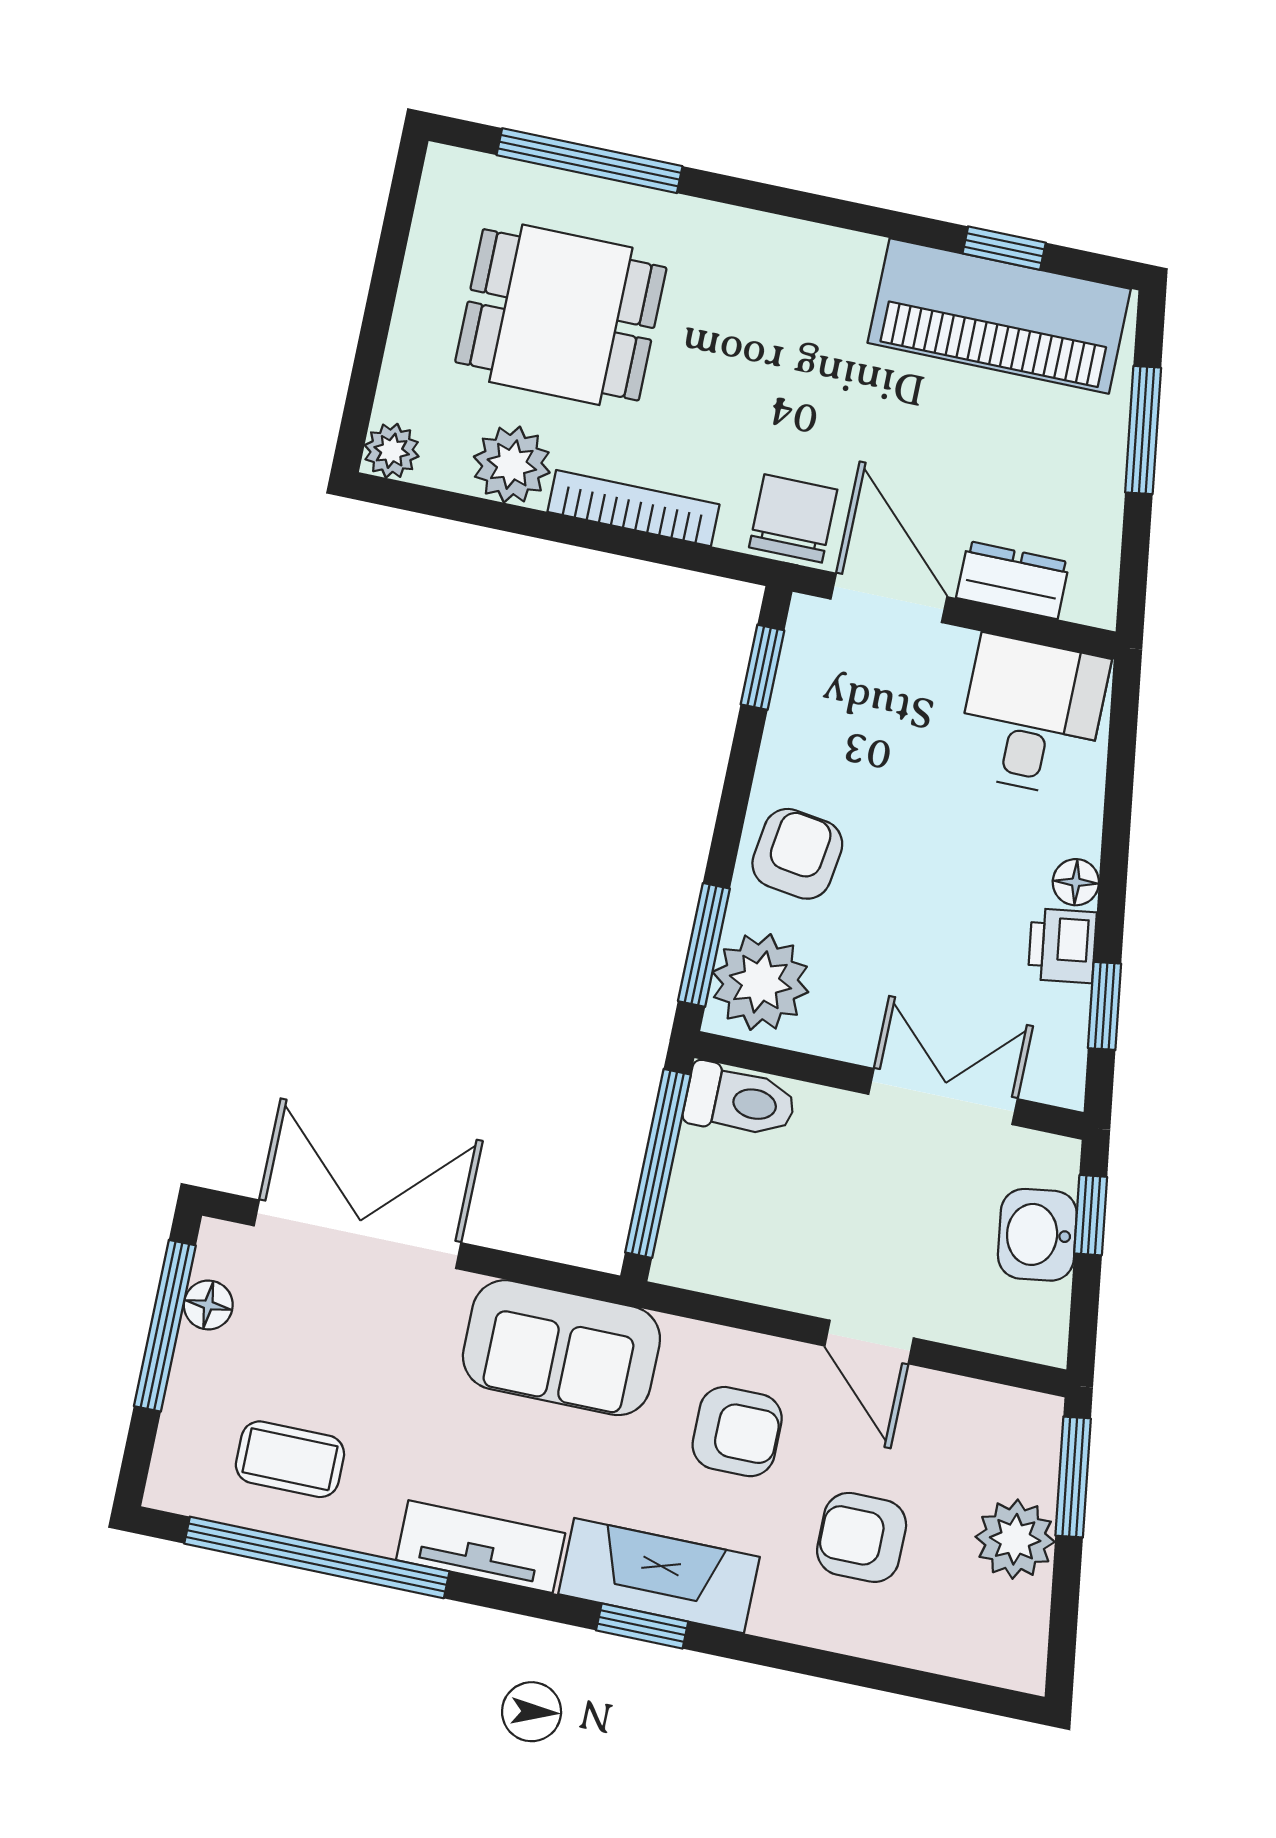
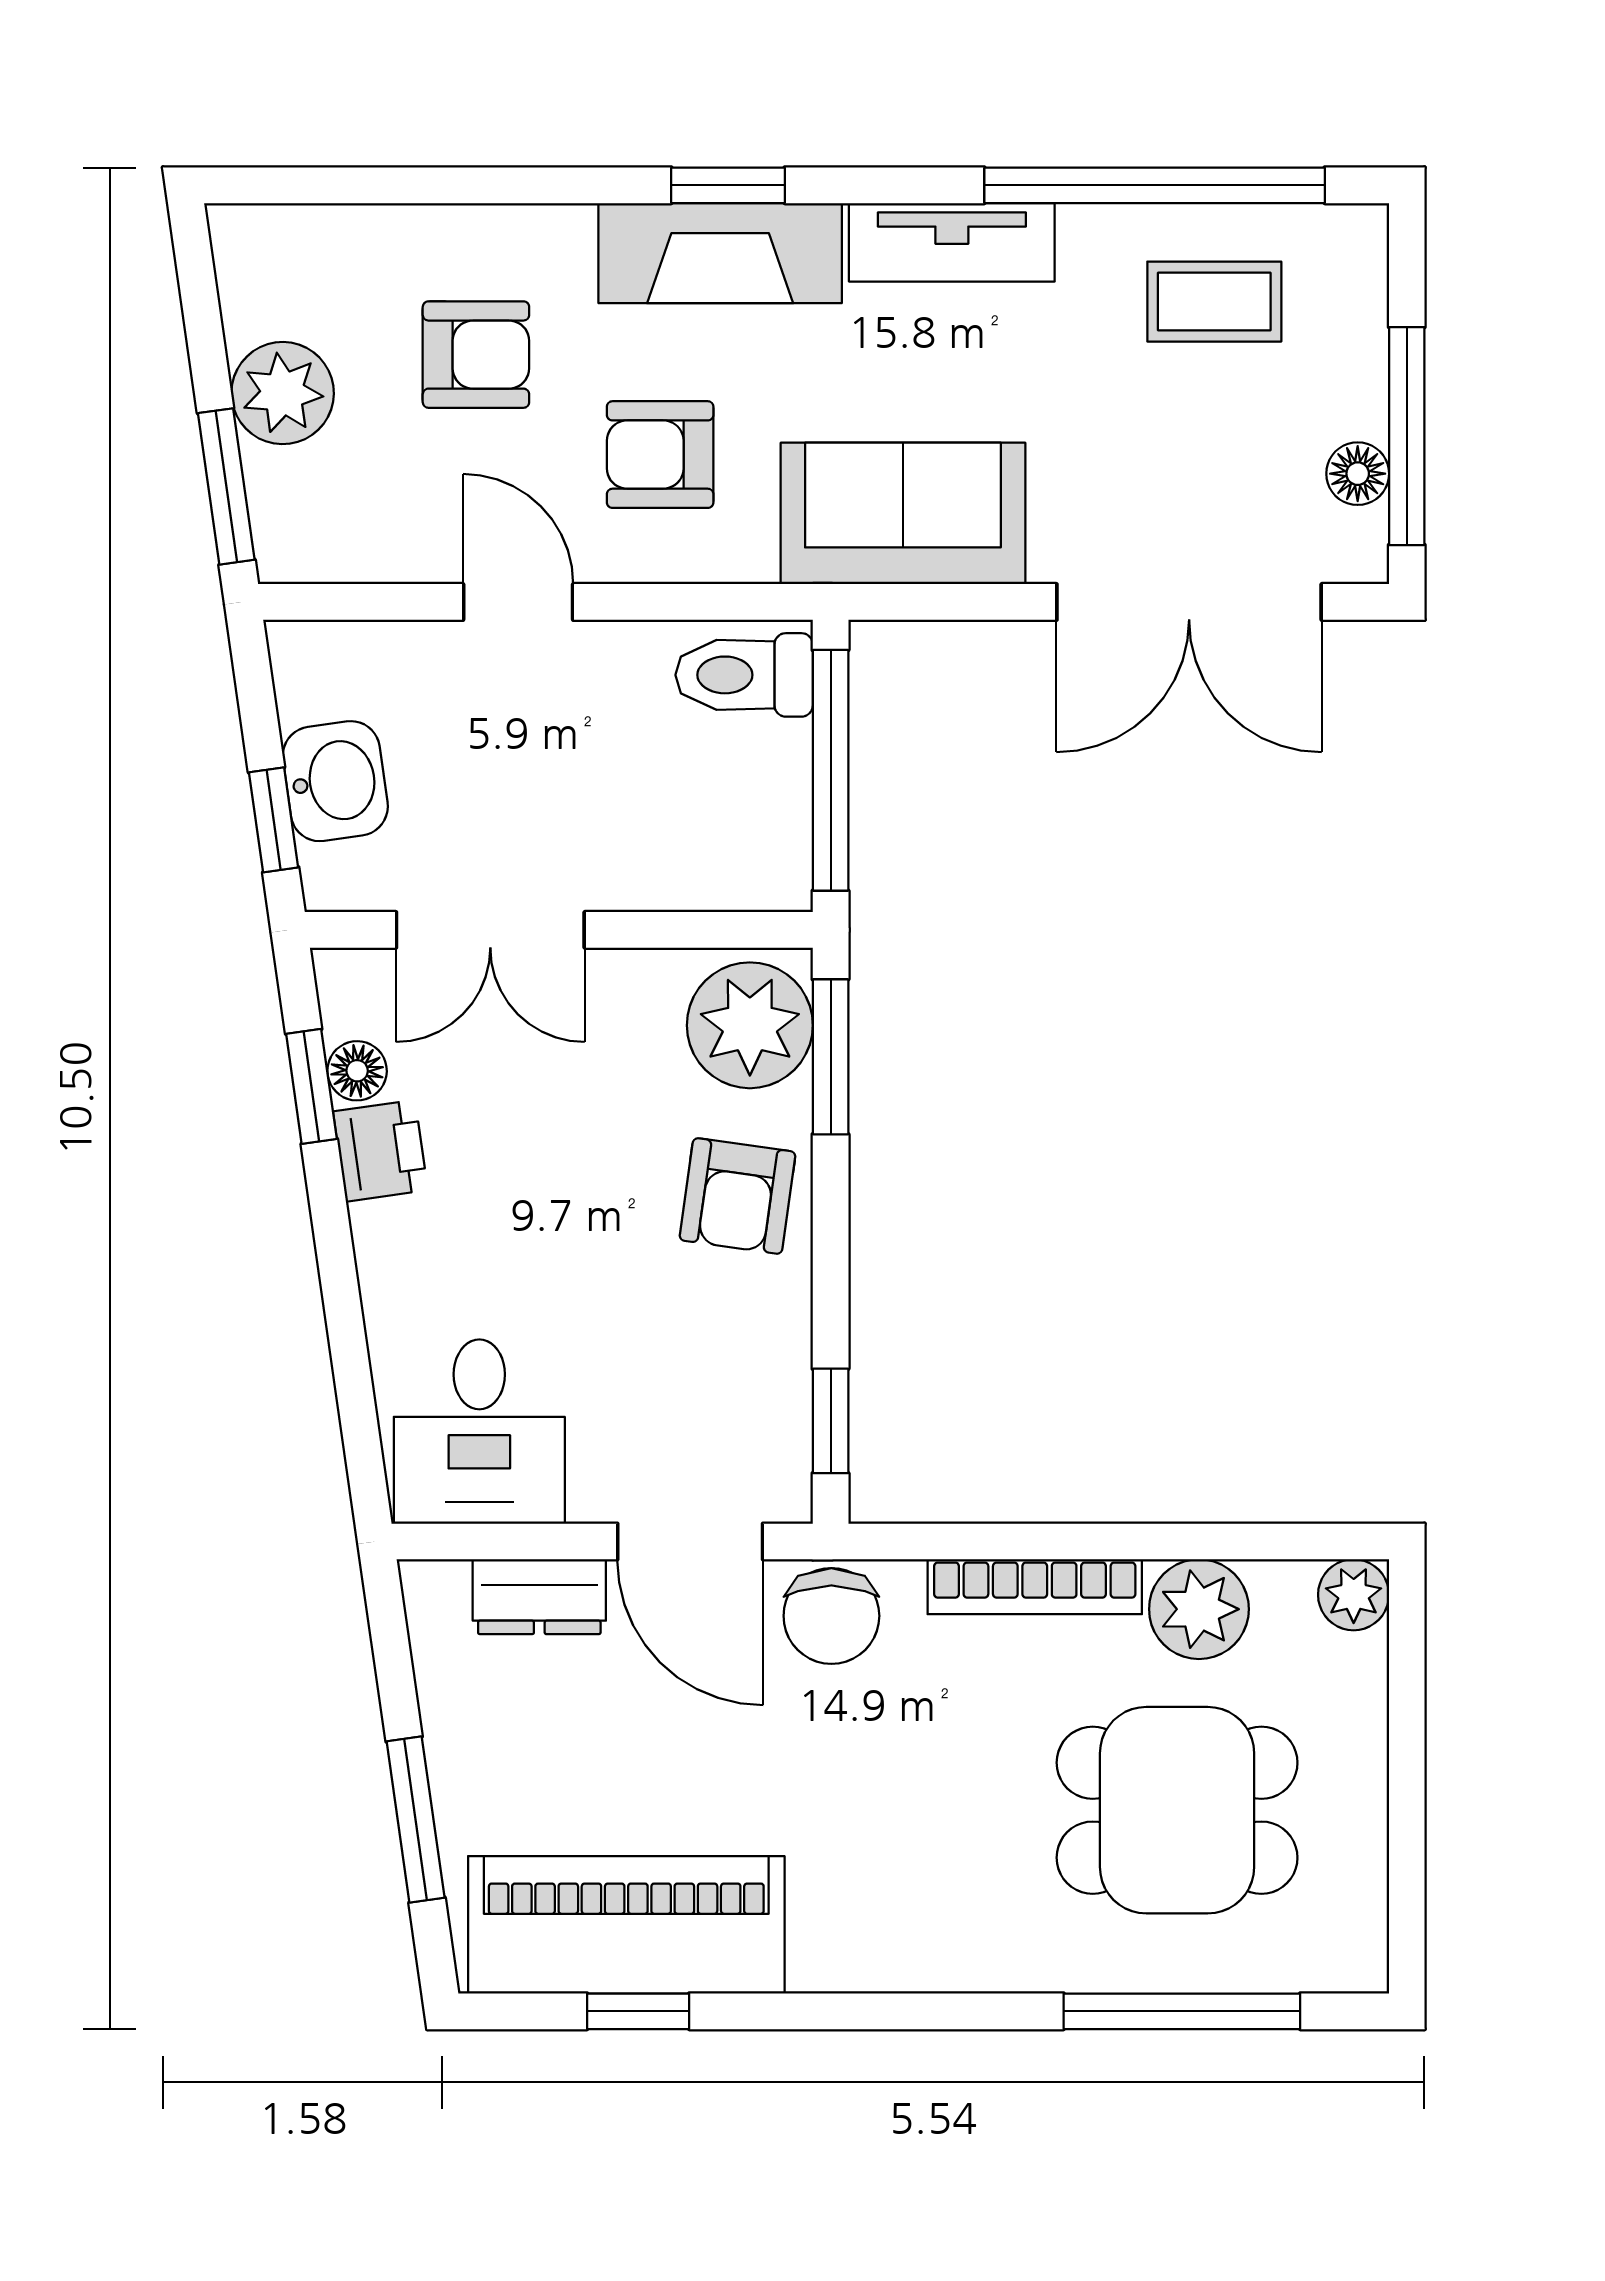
floor lamp: (1076, 882) -> (357, 1071), moved
toilet: (740, 1101) -> (744, 675), moved

